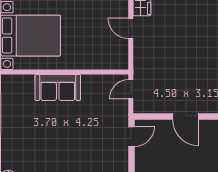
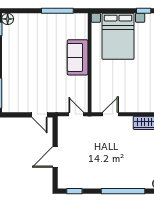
door: (131, 28) -> (110, 114), moved

